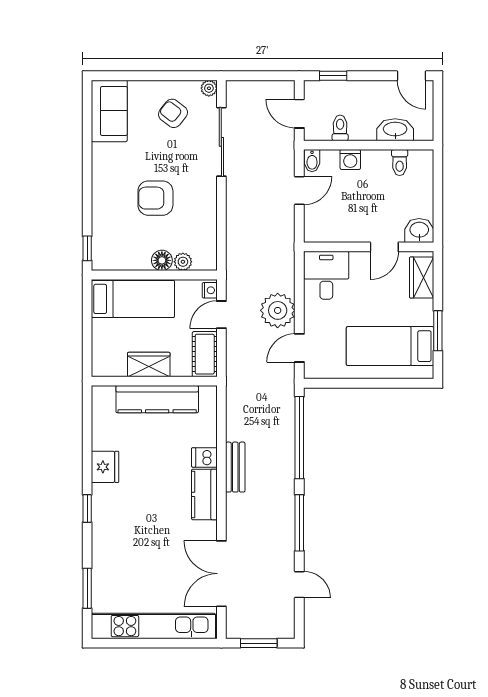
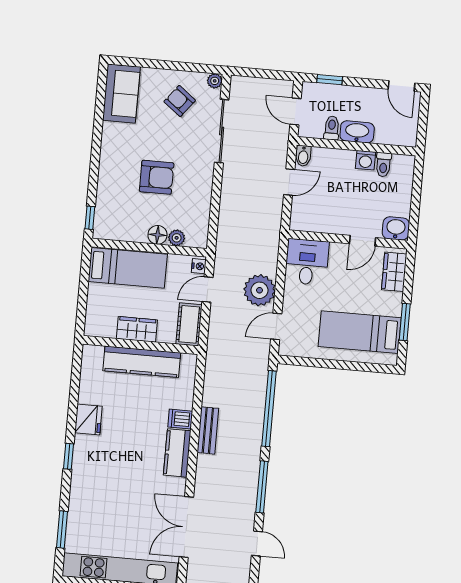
washbasin: (395, 130) -> (357, 132), moved
washing machine: (350, 159) -> (365, 160), moved
armchair: (155, 198) -> (157, 177), turned 180

